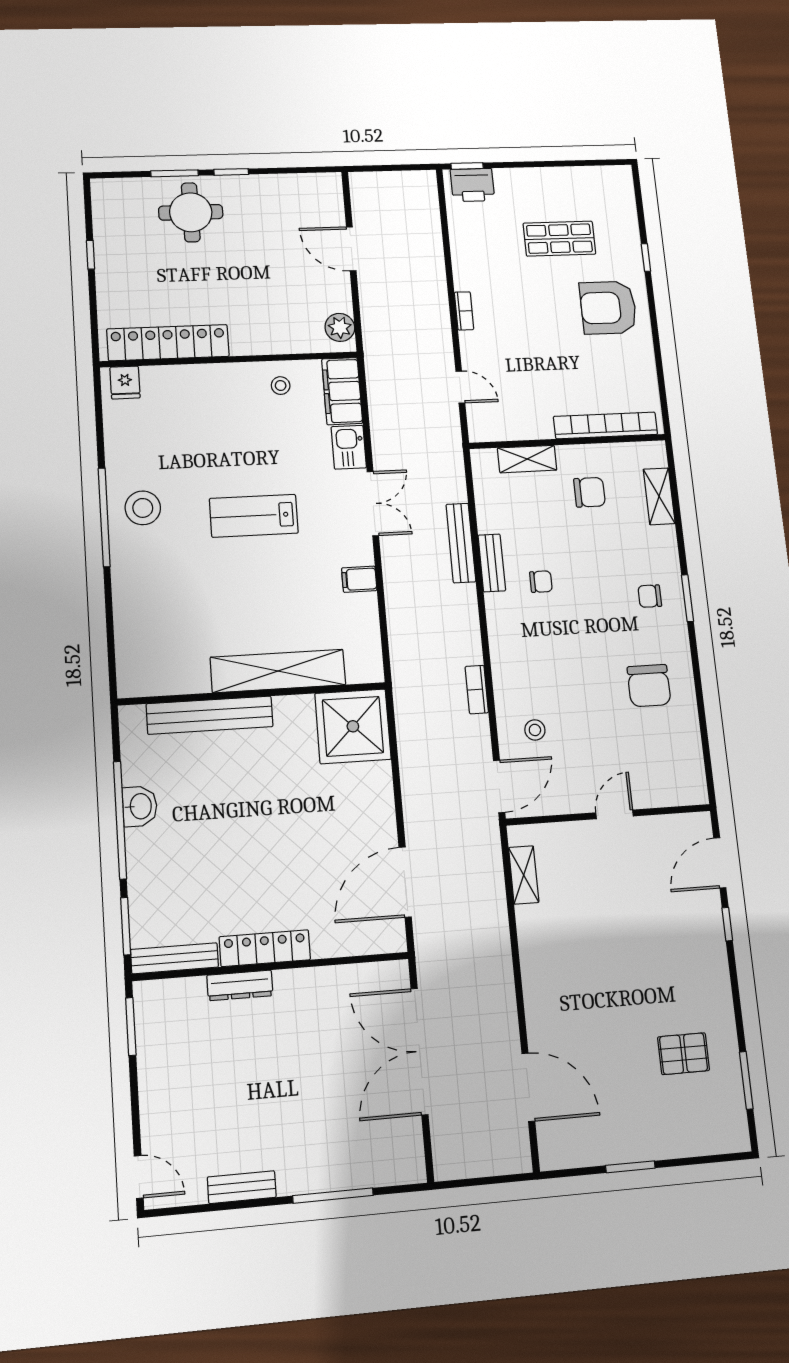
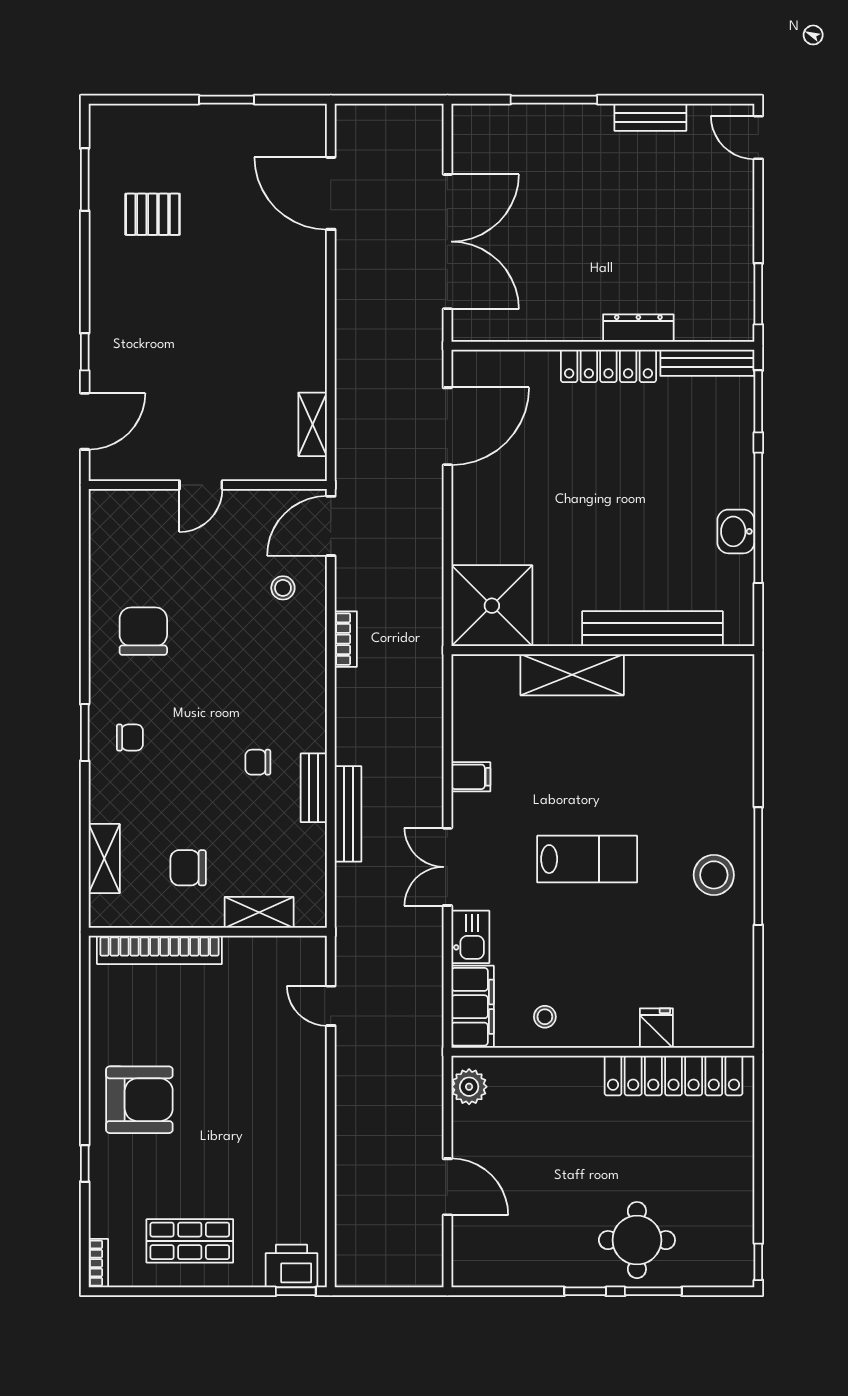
shop shelf: (559, 239) -> (190, 1241), moved
window: (90, 255) -> (758, 1262), moved
bookcase: (464, 311) -> (98, 1263), moved, turned 180
fridge: (125, 383) -> (656, 1028), moved
shelving: (278, 671) -> (572, 675), width x0.68

